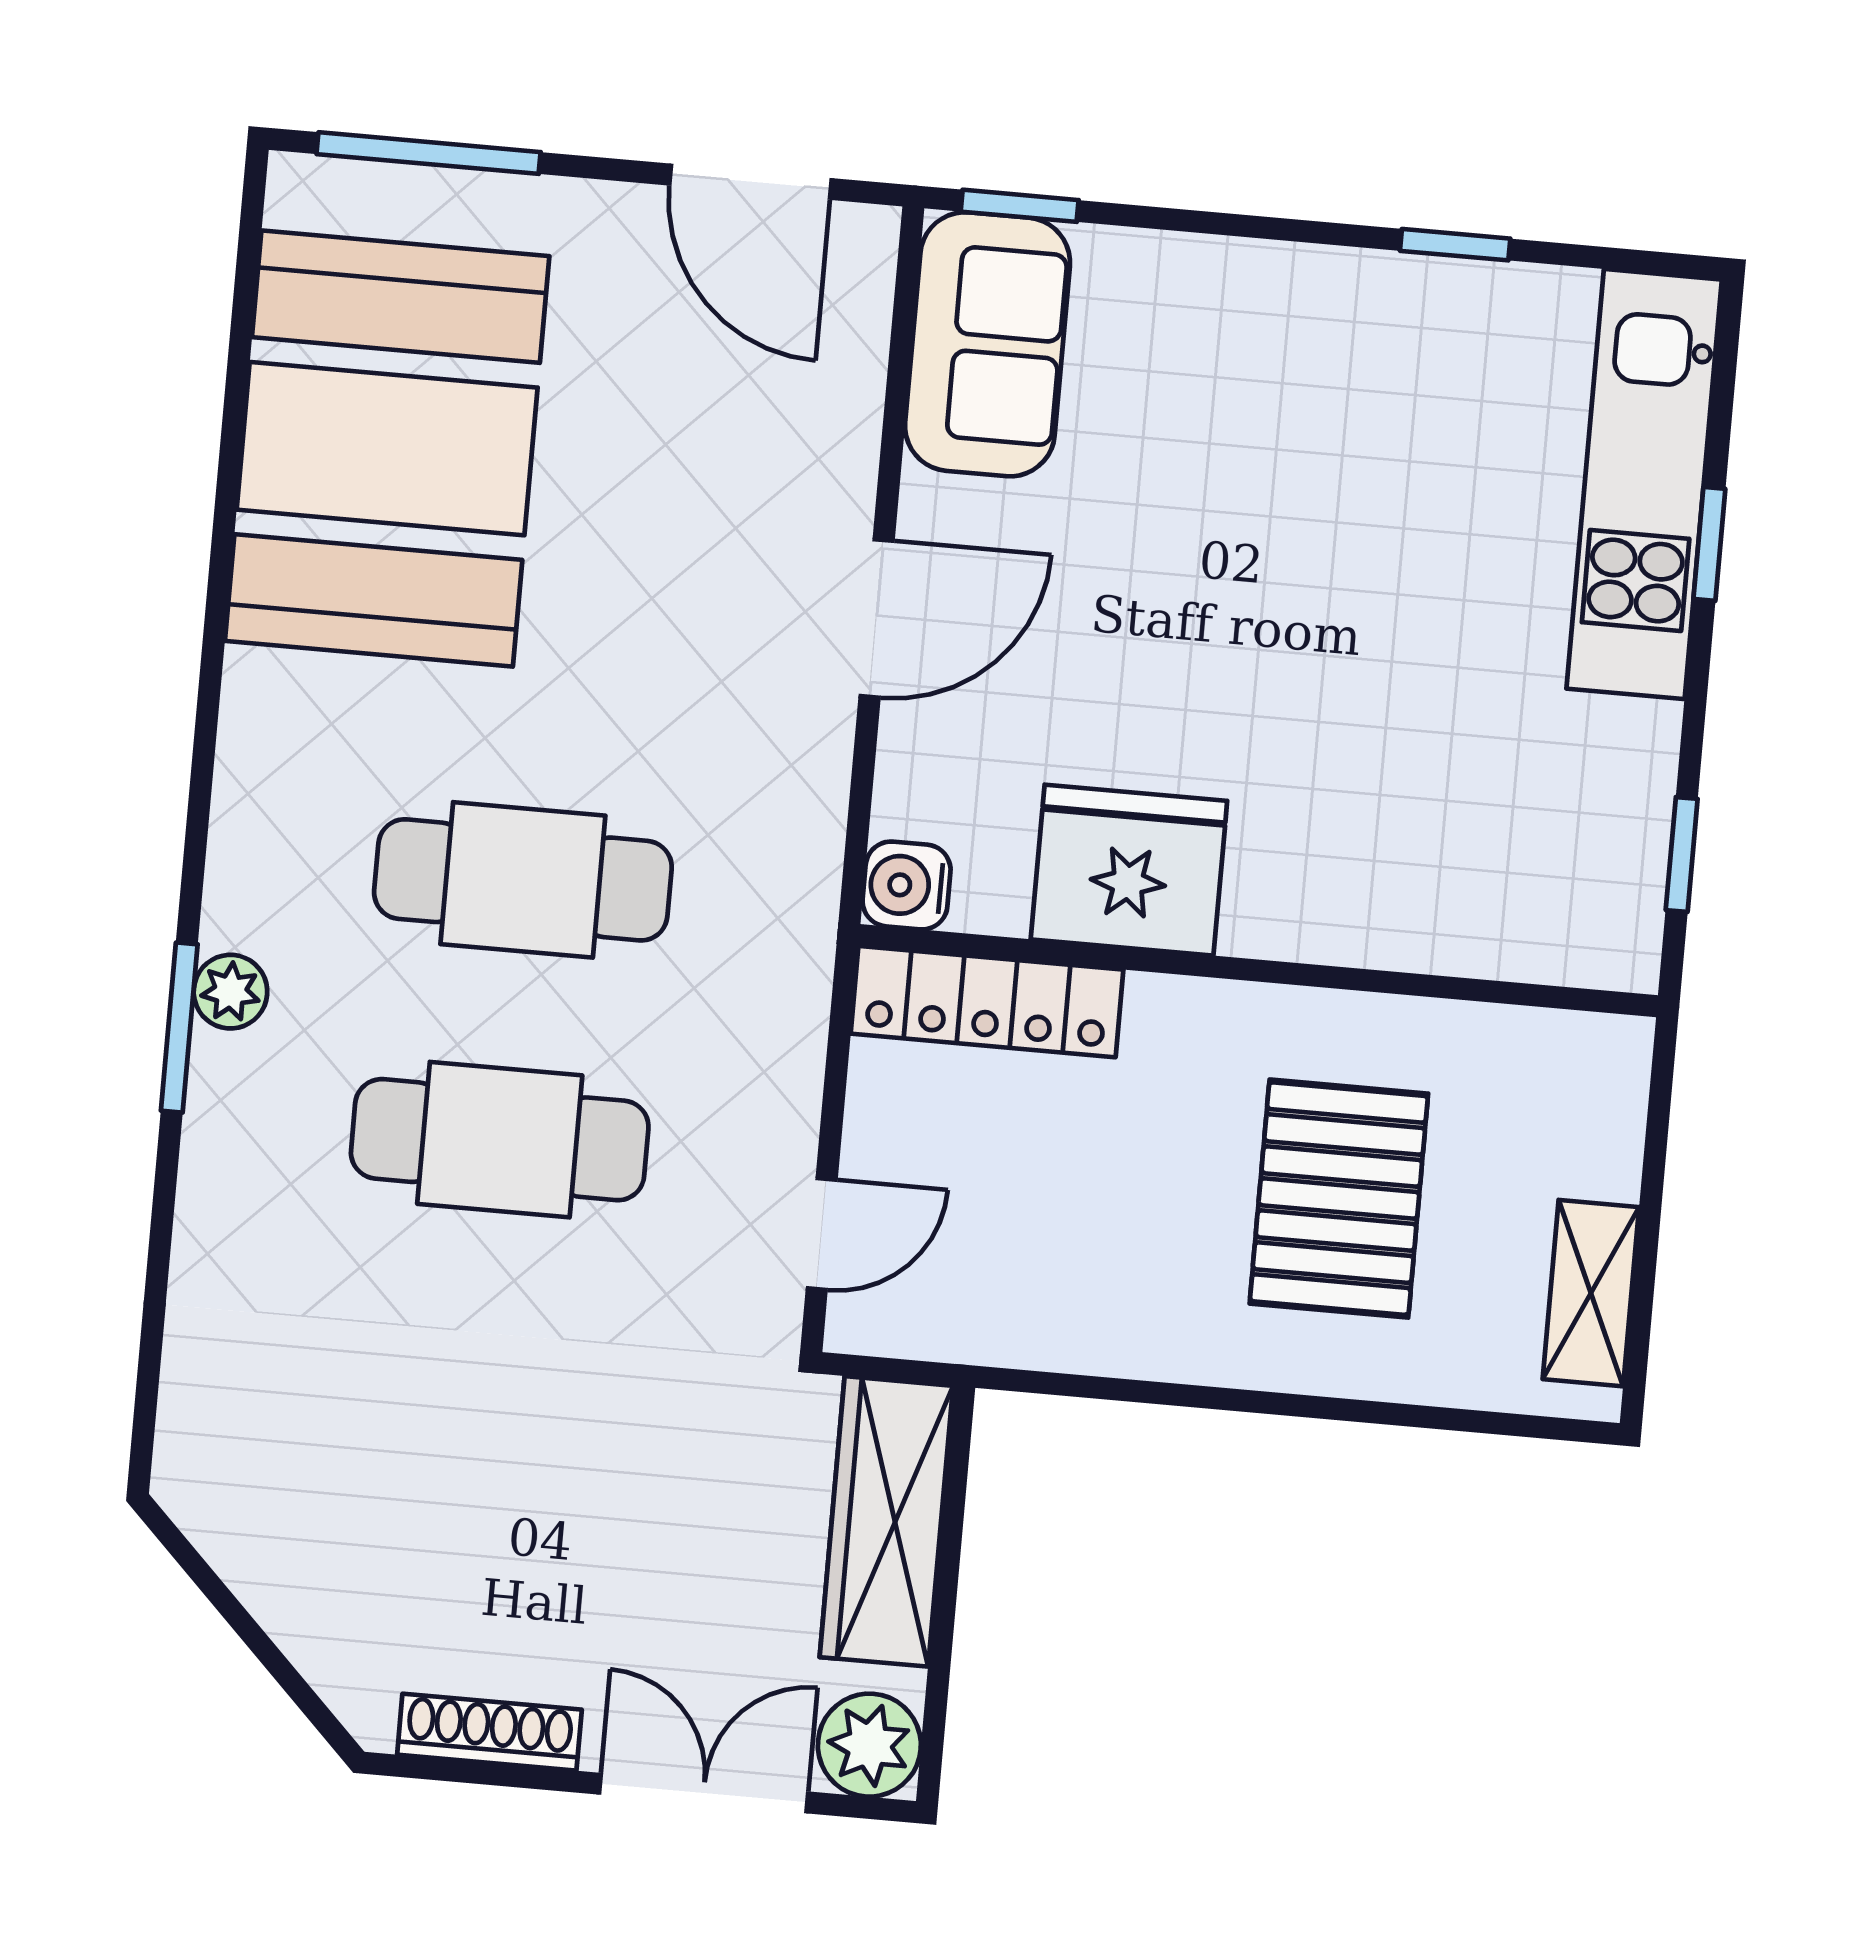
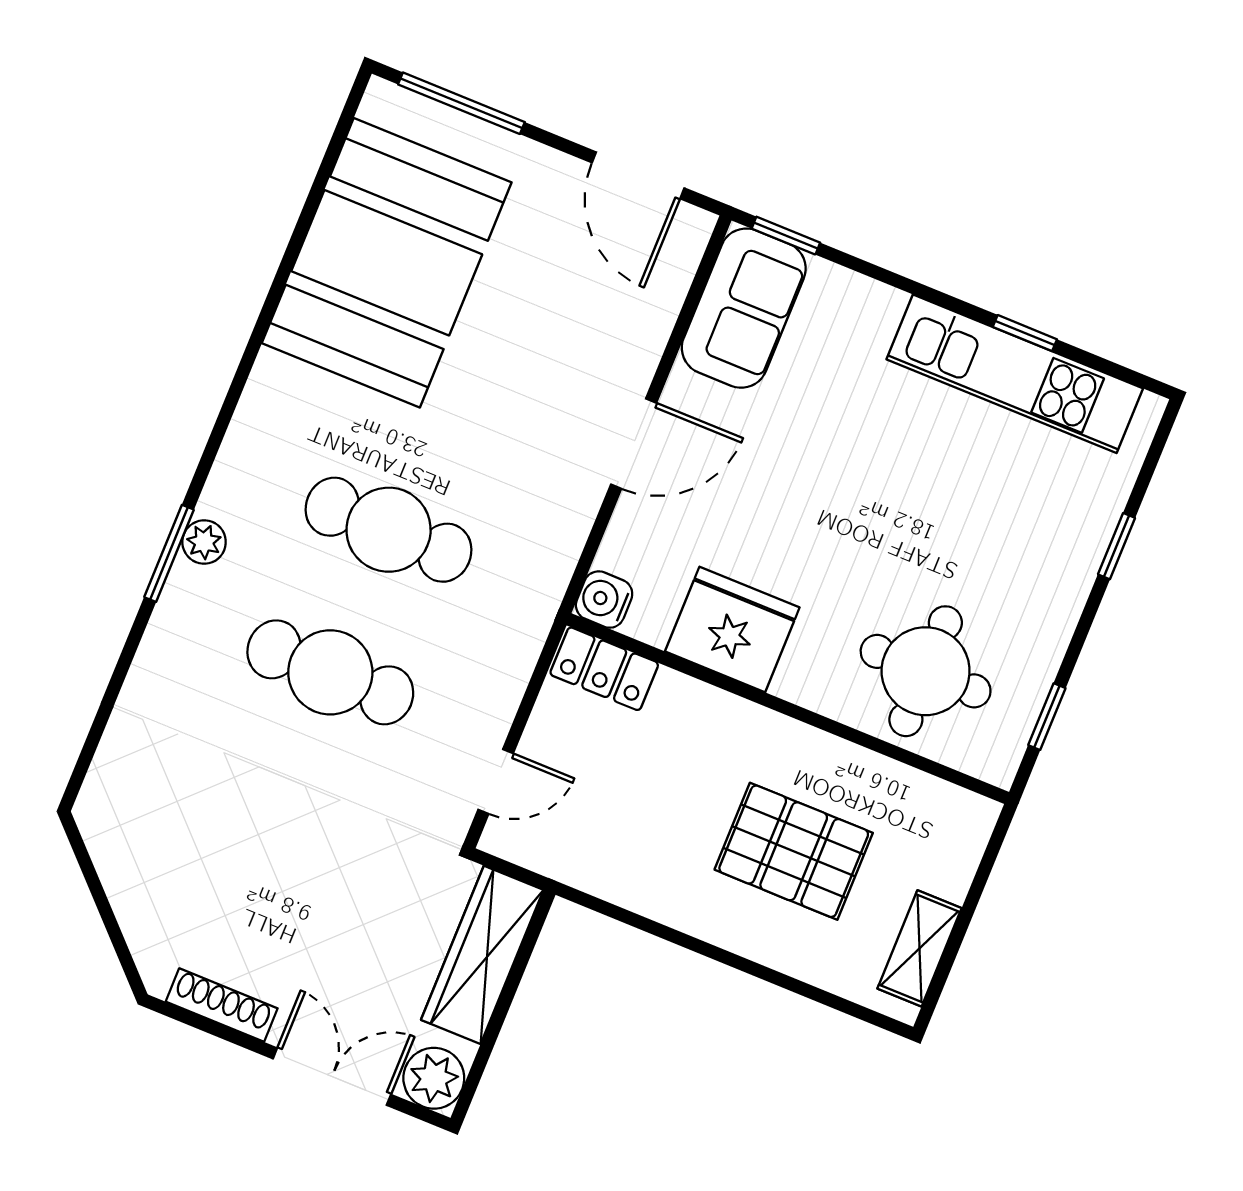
kitchen unit: (1644, 484) -> (1015, 374), moved, turned -90
round table: (1463, 841) -> (926, 671), added
locker: (987, 1002) -> (604, 669), width x0.66
pallet: (1339, 1199) -> (794, 851), turned 90

